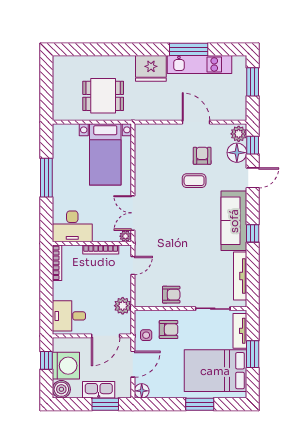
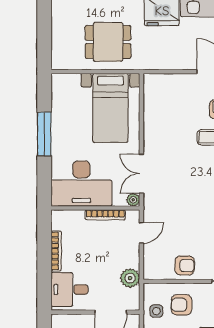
desk: (72, 226) -> (81, 184), width x1.36, depth x1.30
bookcase: (57, 263) -> (56, 251), moved
armchair: (169, 330) -> (182, 305), turned 180

